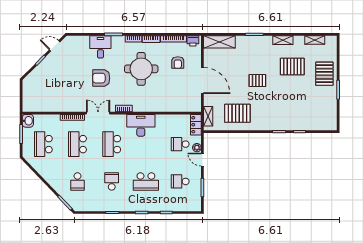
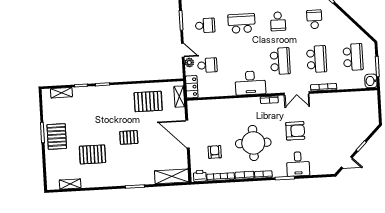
shelving: (283, 40) -> (61, 93), moved
pallet: (324, 74) -> (57, 136), moved

